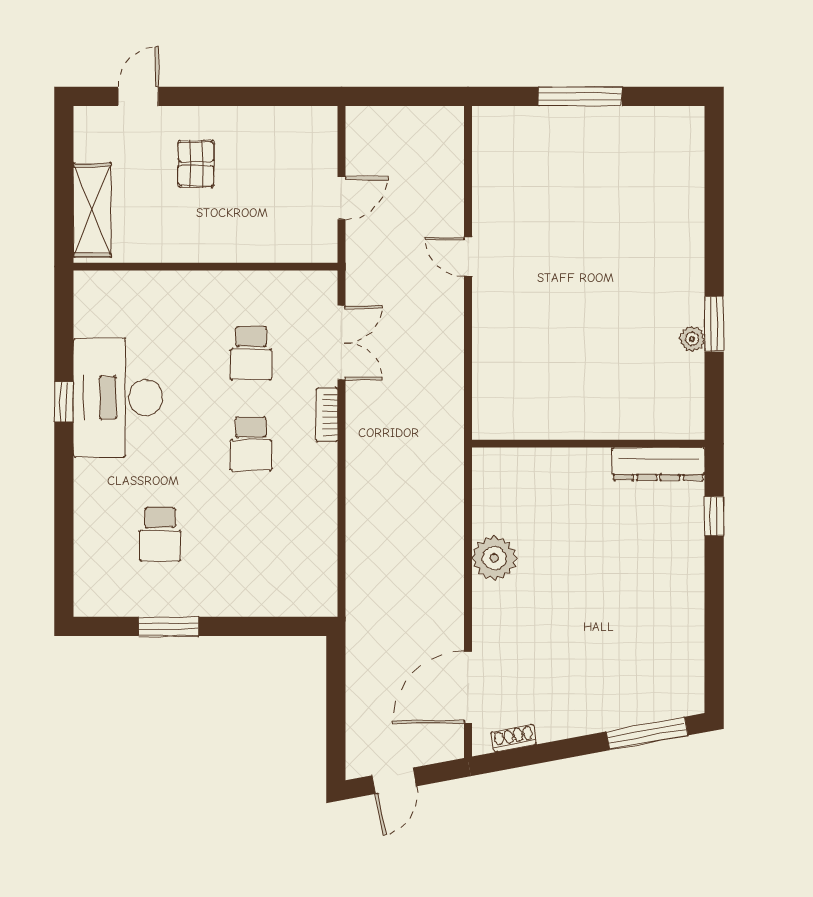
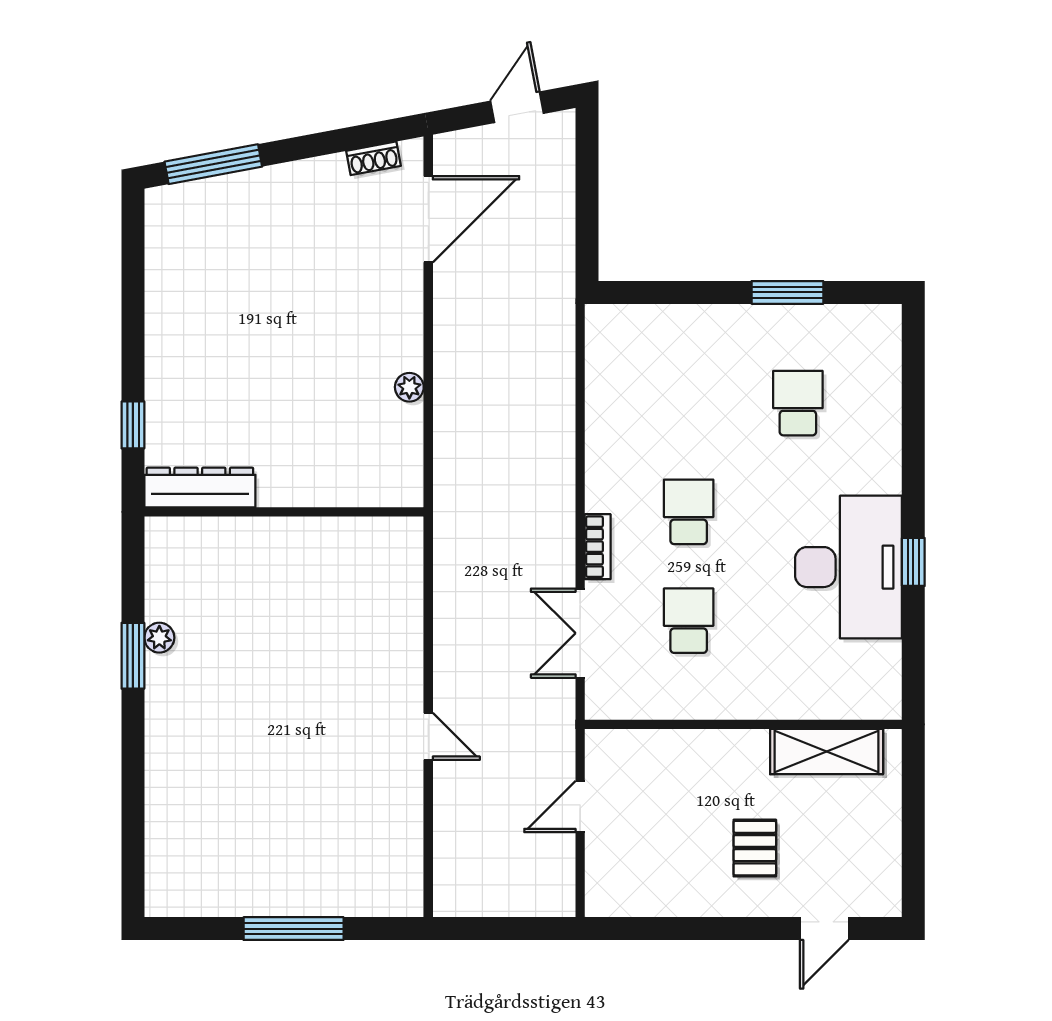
shelving: (92, 210) -> (827, 752), moved, turned 90
plant: (494, 558) -> (409, 387), width x0.53, depth x0.53

